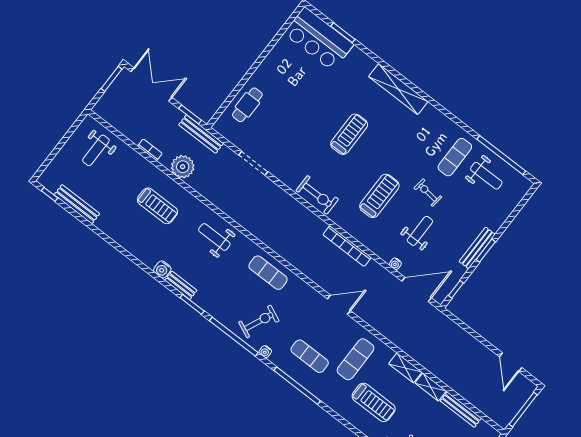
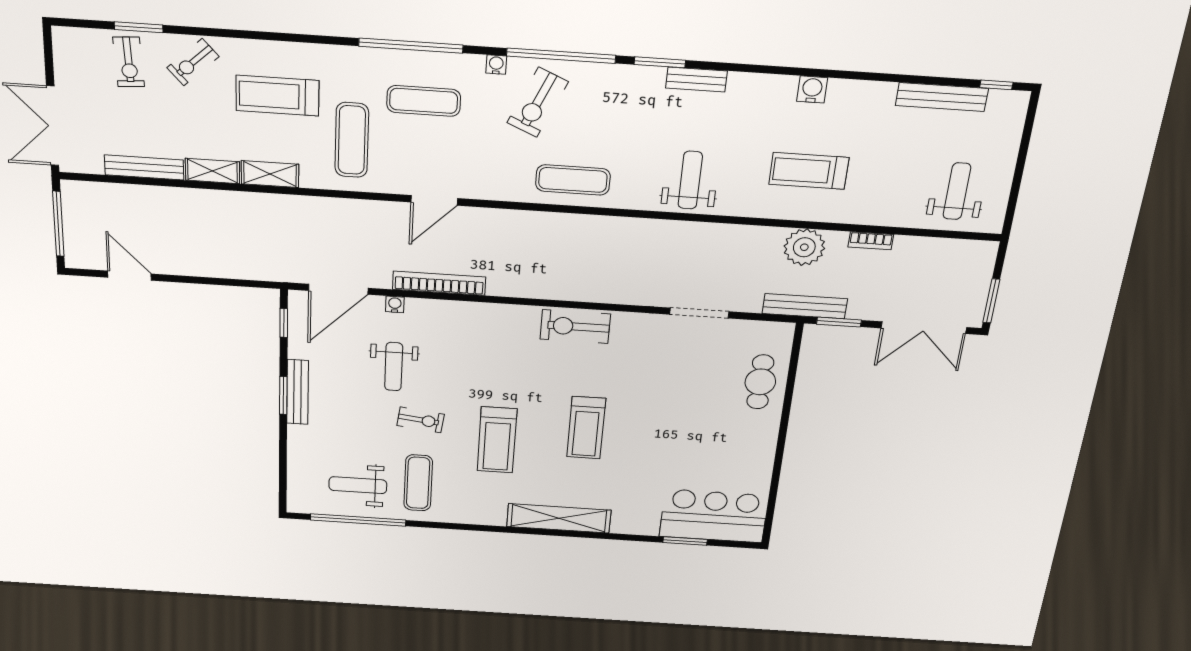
treadmill: (379, 196) -> (497, 440), moved
weight bench: (214, 237) -> (690, 180), turned -90
bookcase: (347, 246) -> (439, 283), moved
water cooler: (162, 269) -> (812, 89), moved

